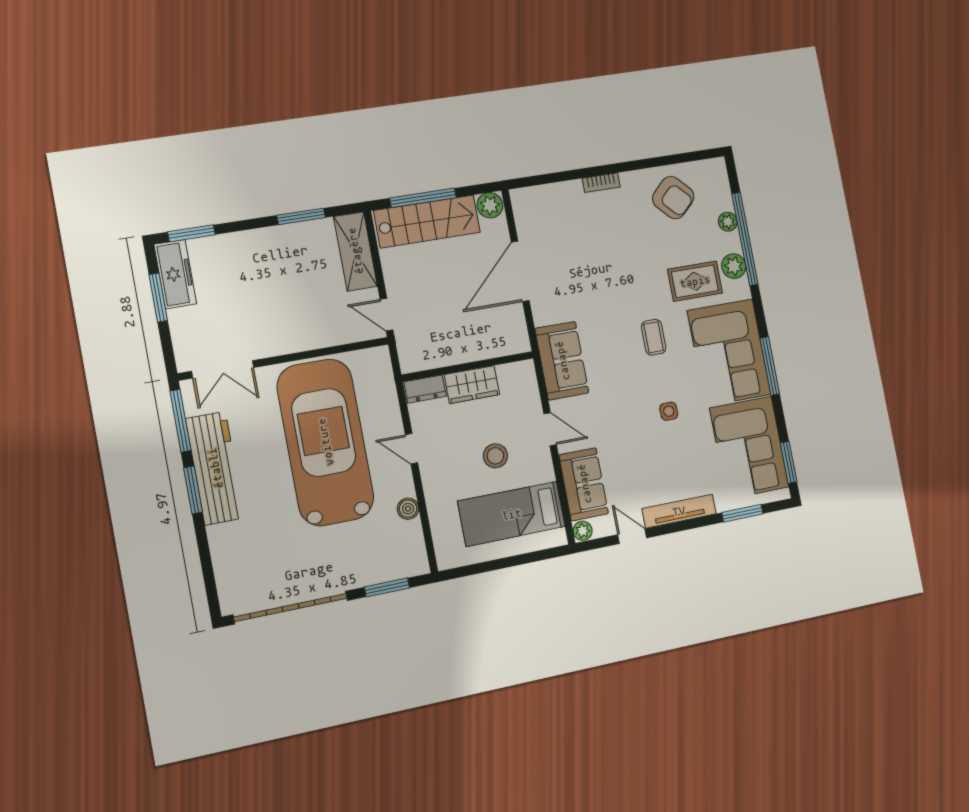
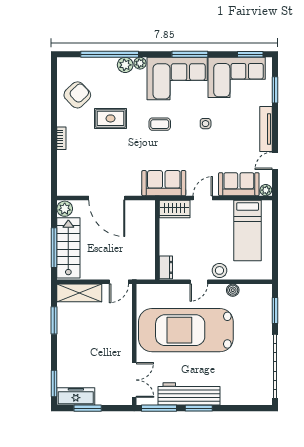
plant: (728, 222) -> (140, 63), moved
rug: (695, 281) -> (111, 118), moved, turned 90
wardrobe: (472, 385) -> (175, 209), moved, turned 90
stool: (495, 456) -> (219, 270), moved

